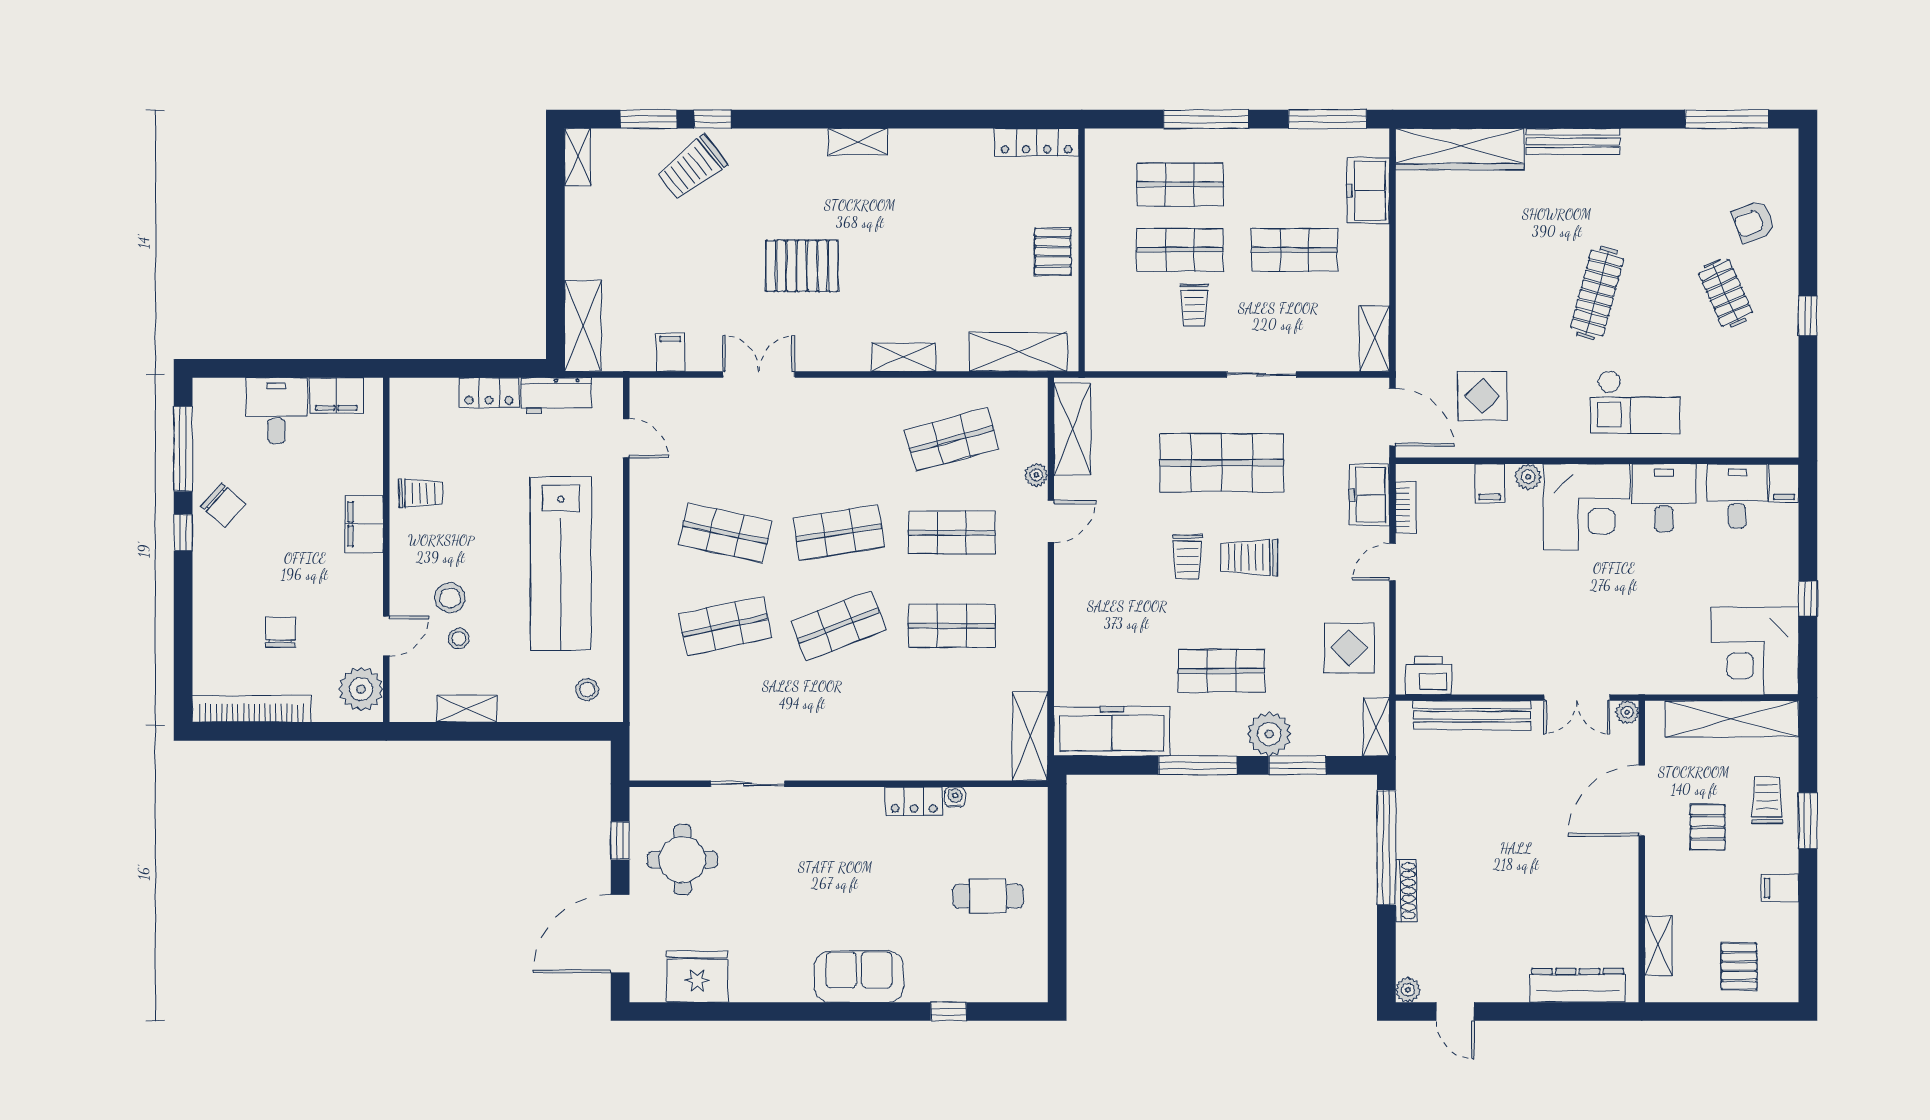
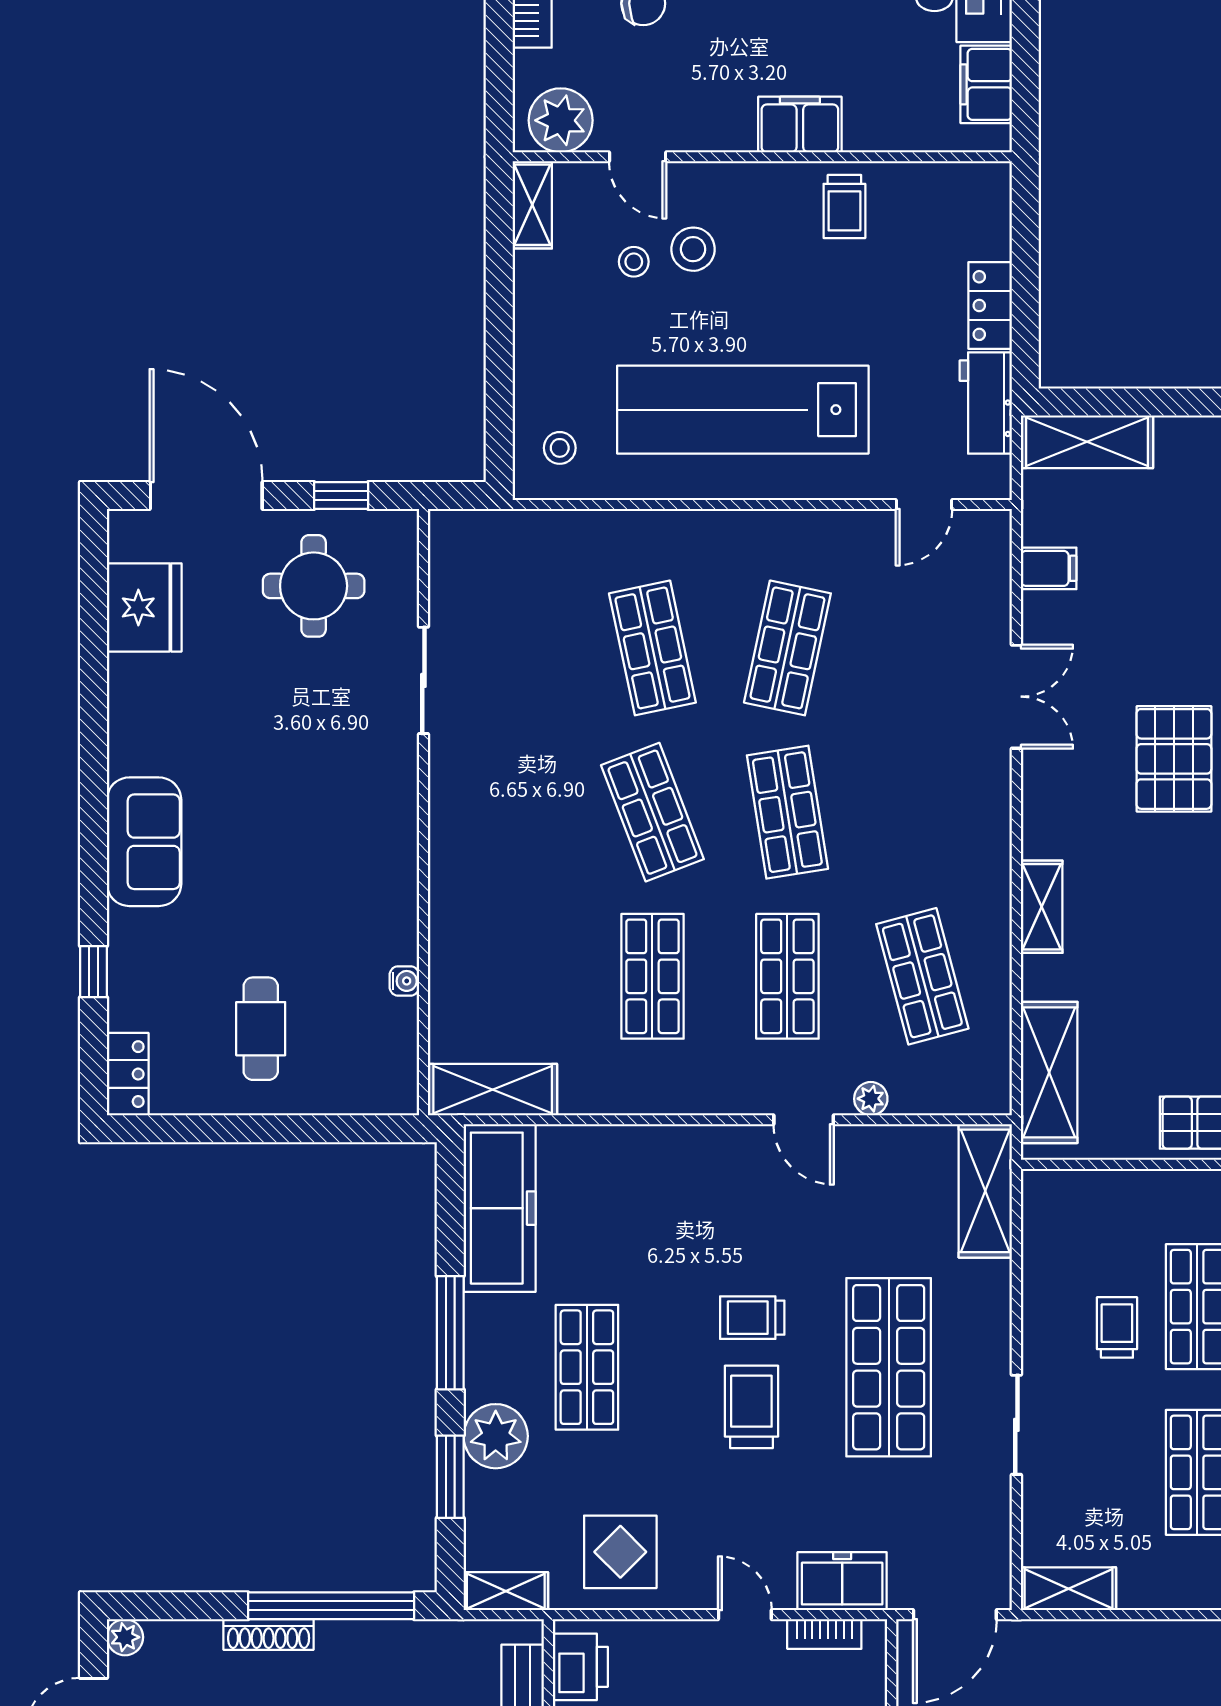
trolley: (1194, 305) -> (1117, 1327), turned 90
shelving: (1072, 429) -> (985, 1191), moved, turned 90
shelving: (467, 709) -> (532, 205), moved
locker: (914, 801) -> (128, 1074), moved, turned 180

